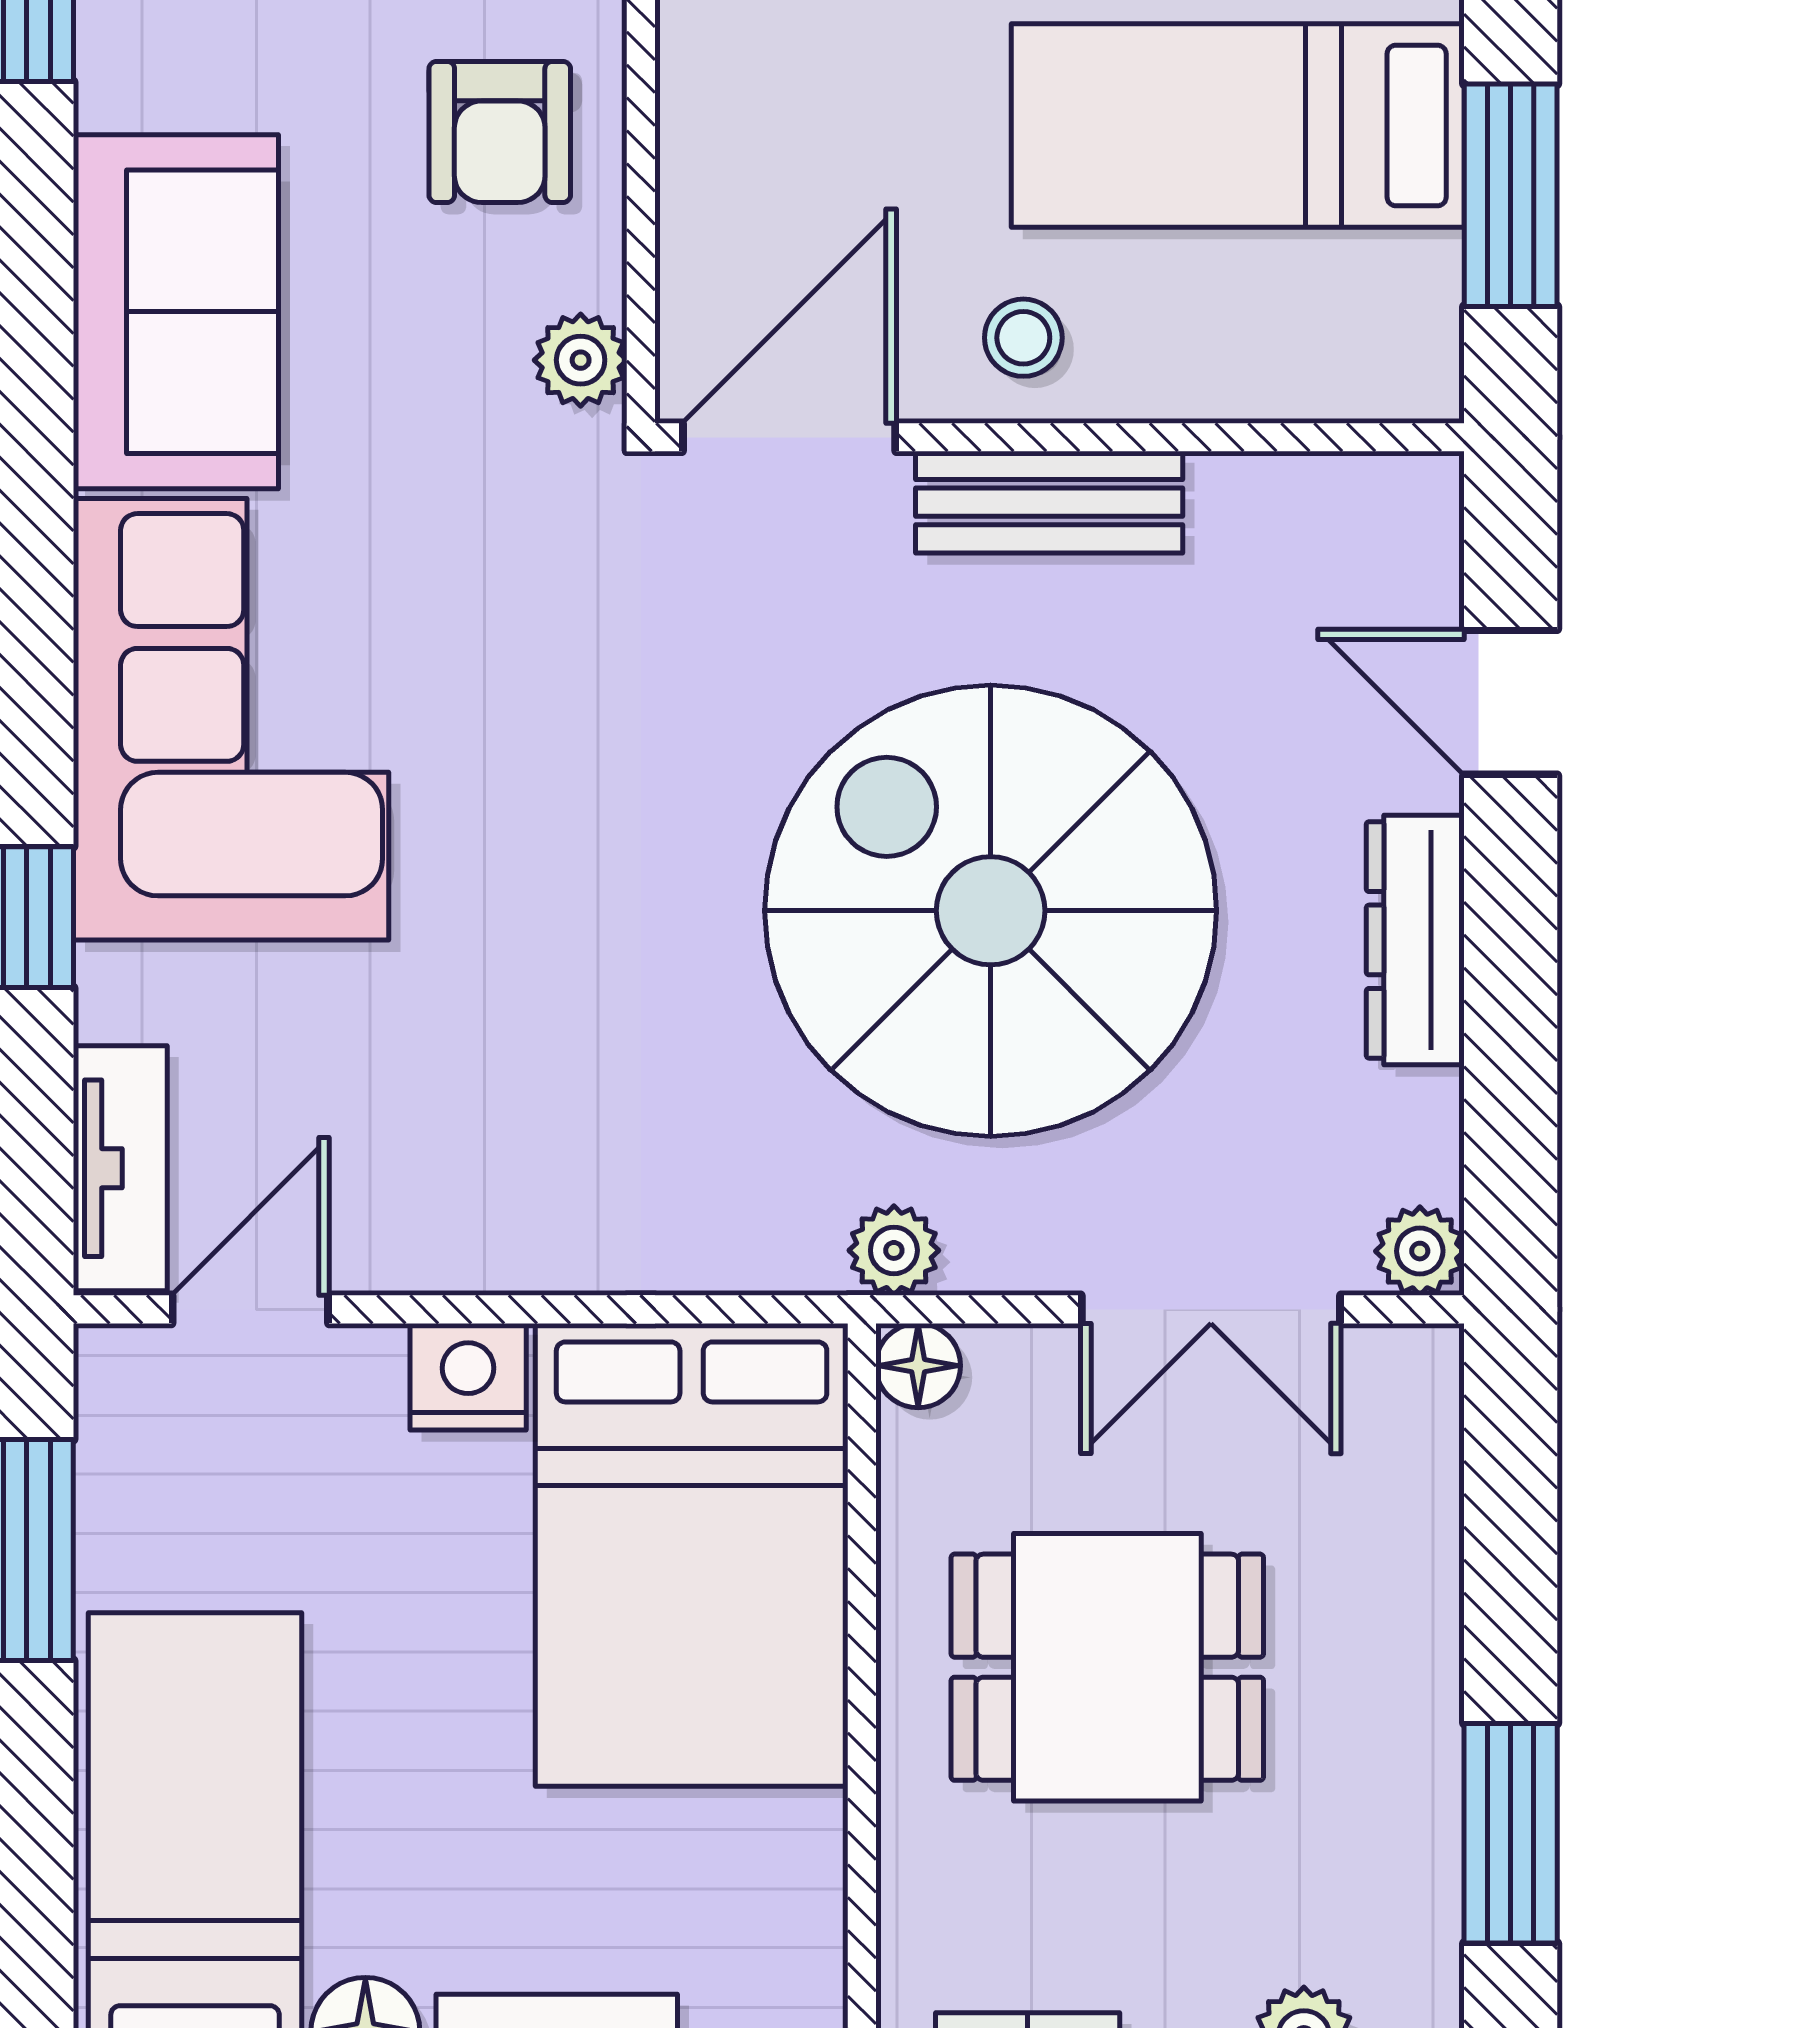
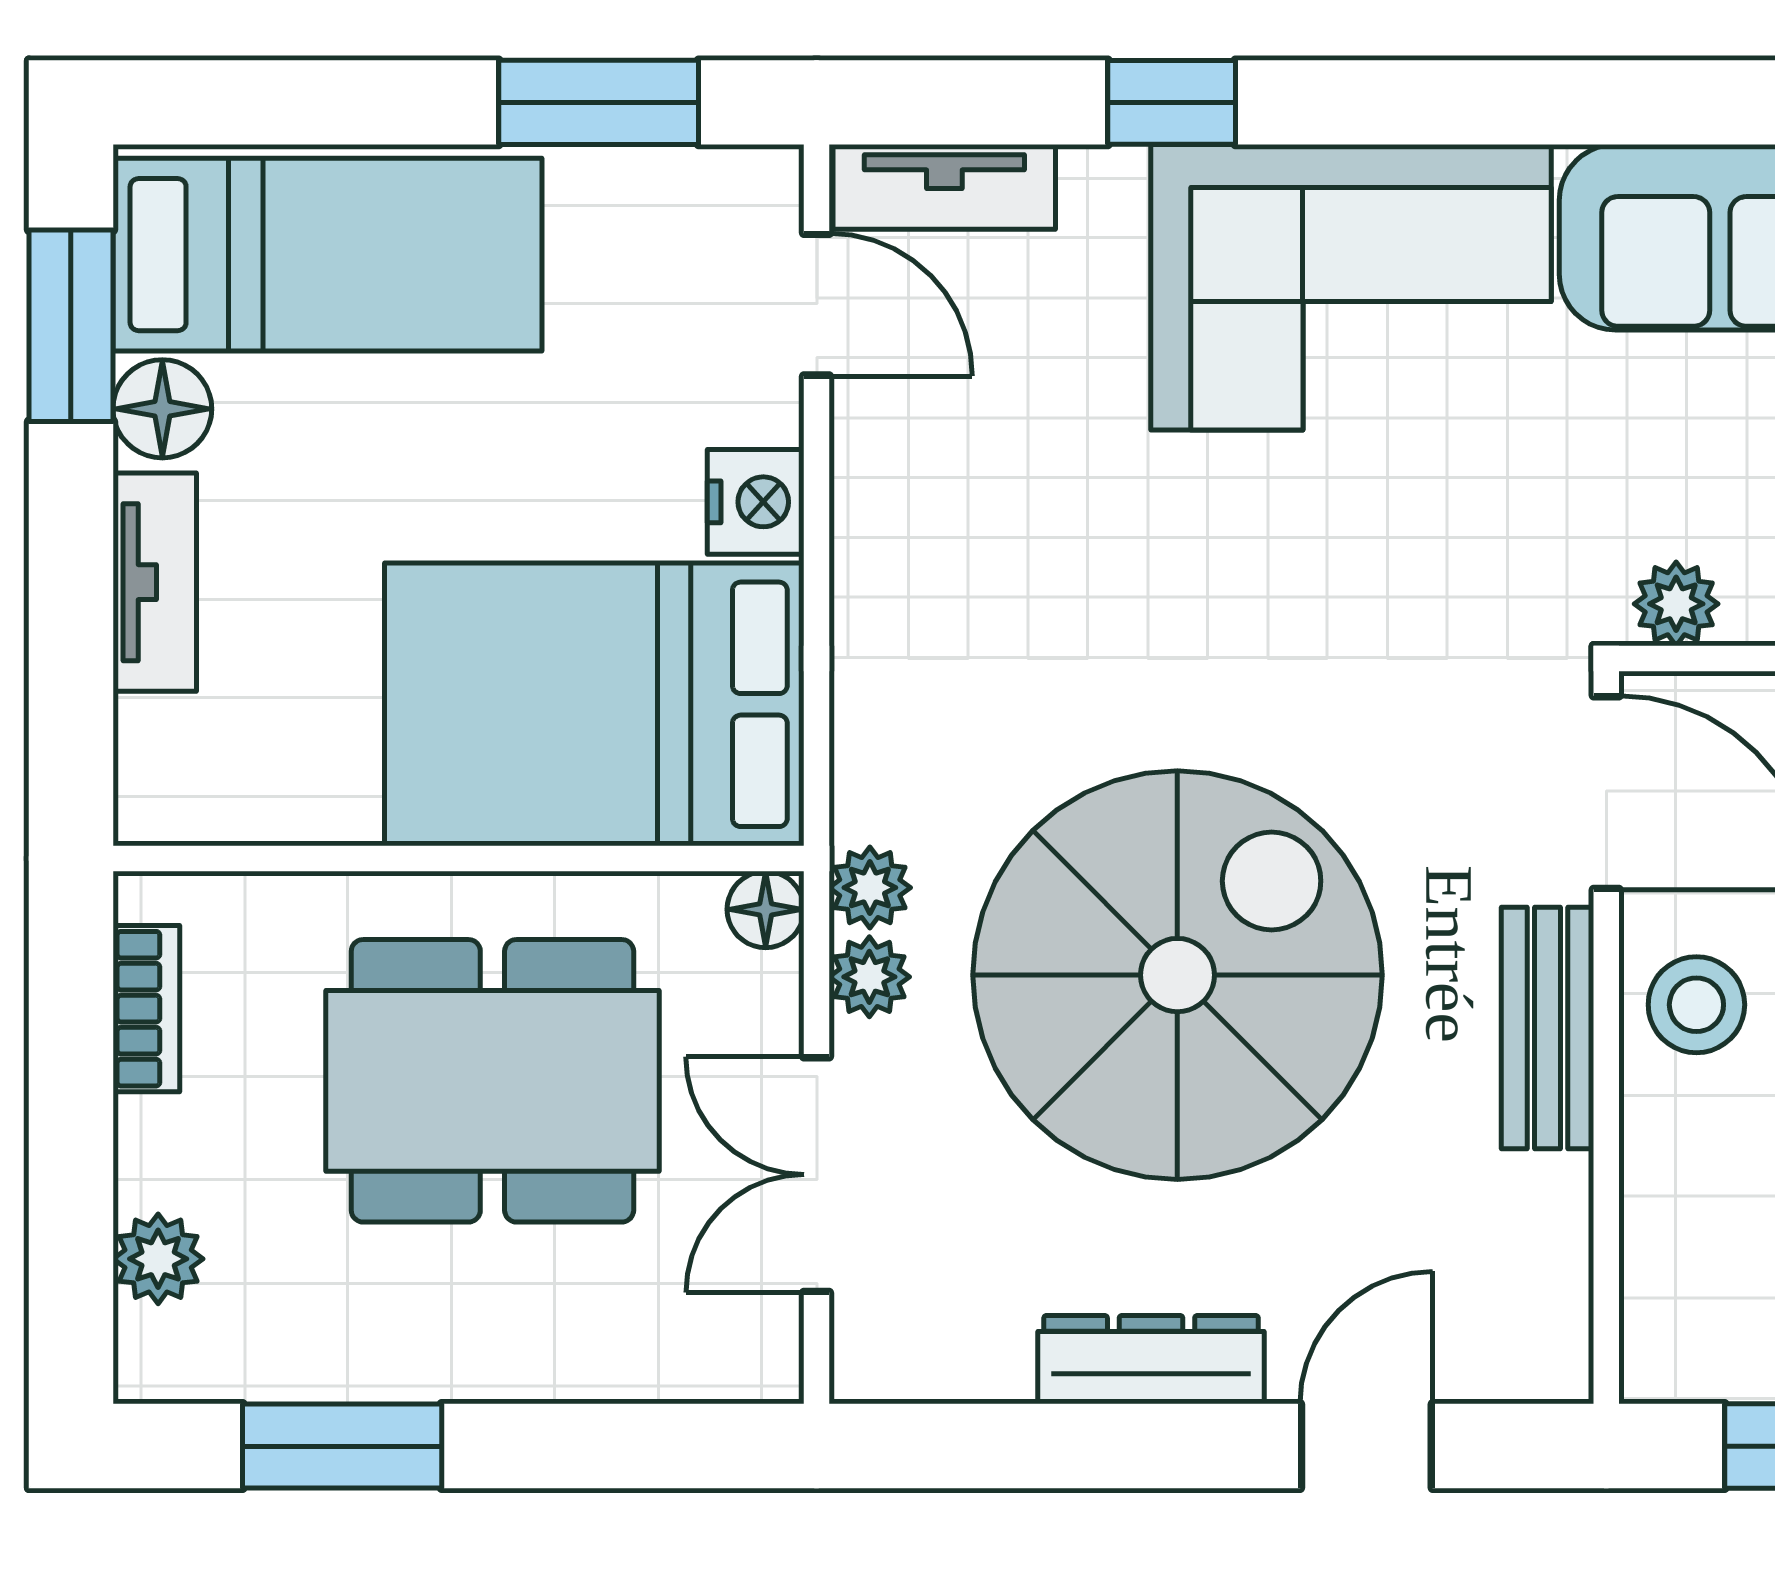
stool: (1023, 338) -> (1696, 1005), width x1.37, depth x1.37
plant: (1420, 1251) -> (869, 977), moved
dining table: (1107, 1667) -> (492, 1081), width x1.38

